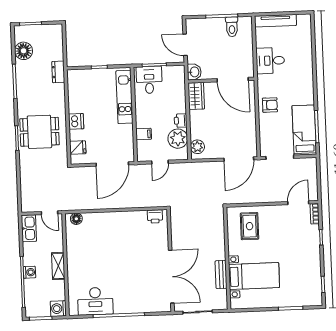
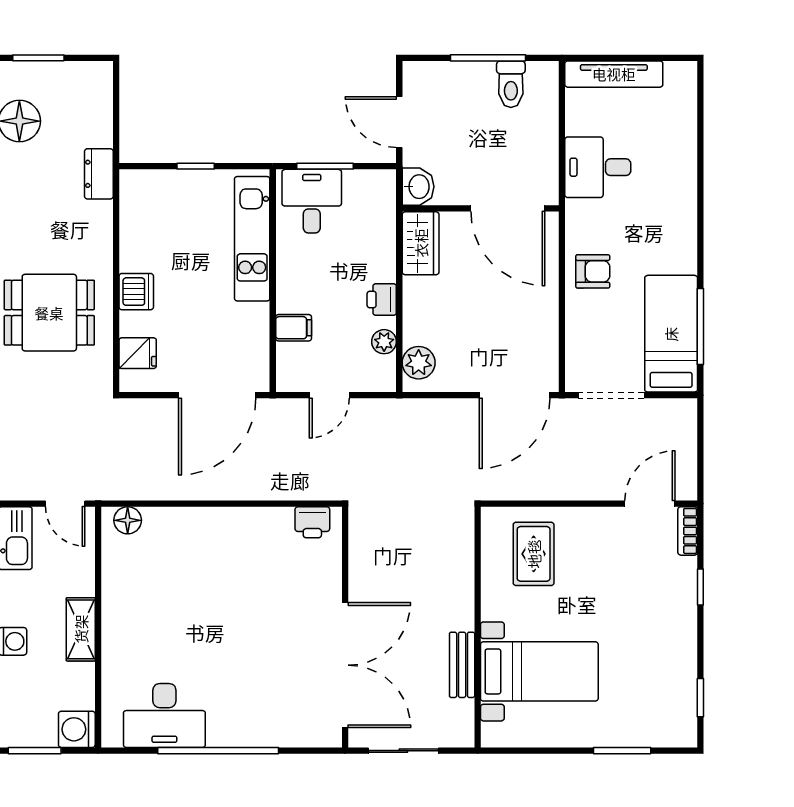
plant: (178, 139) -> (384, 342), width x0.53, depth x0.53

